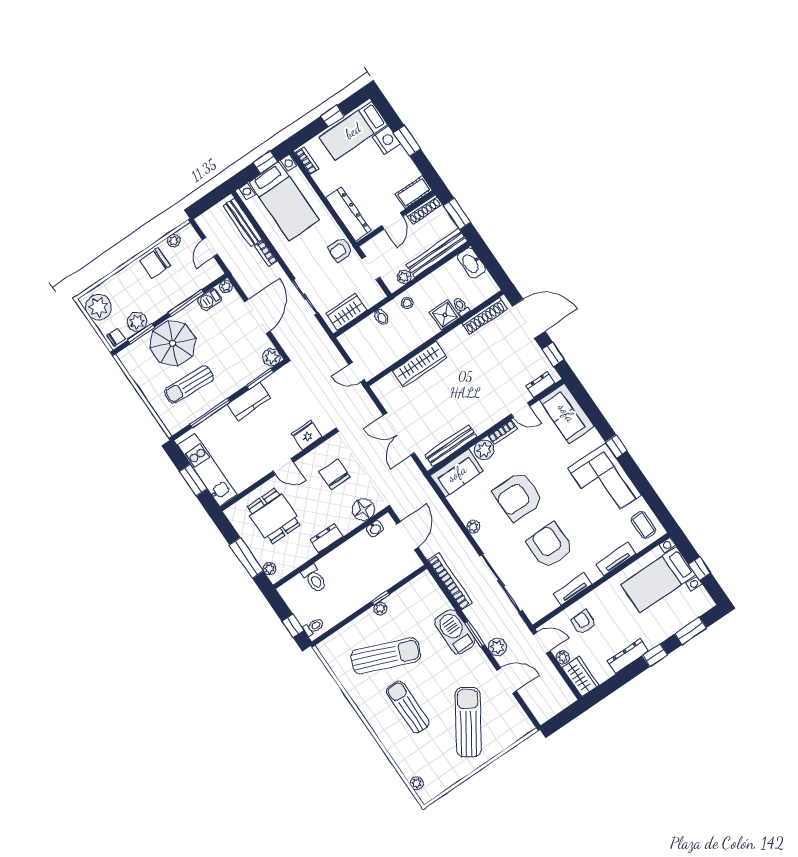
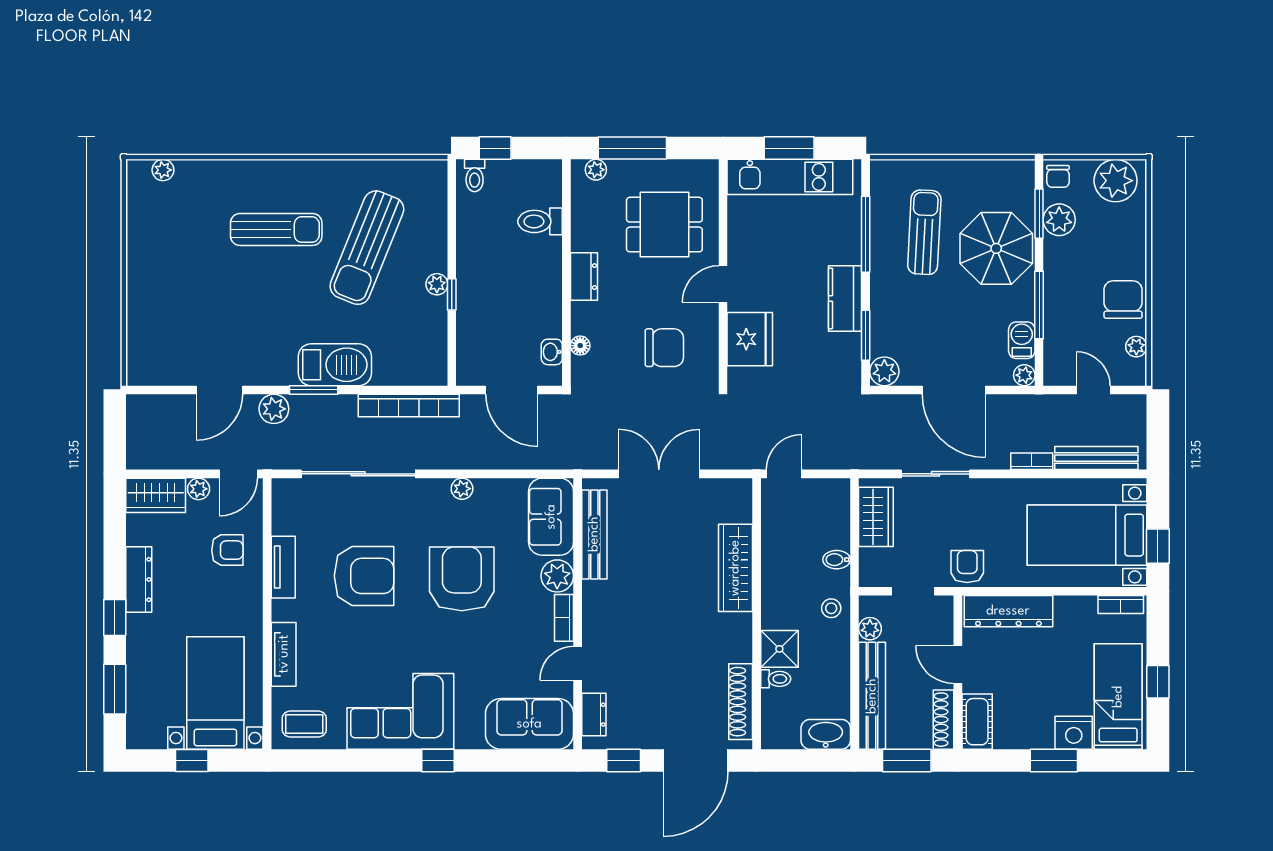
fridge: (307, 435) -> (750, 339), width x1.36, depth x1.34
floor lamp: (363, 510) -> (580, 346), width x0.53, depth x0.53
sun lounger: (468, 722) -> (199, 298), removed

